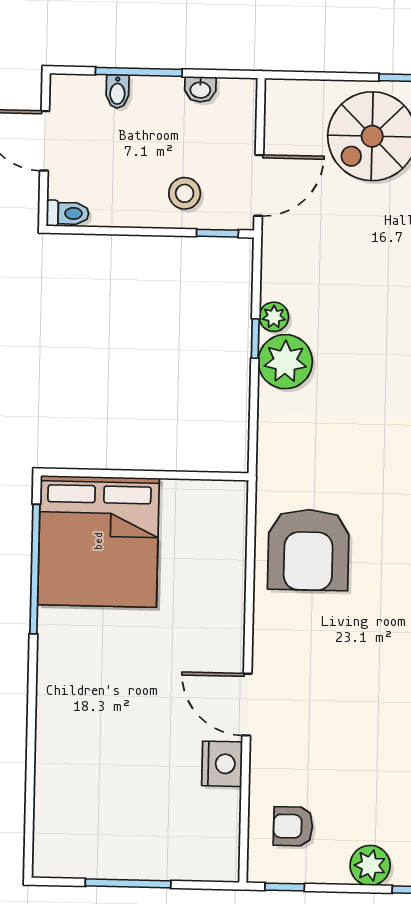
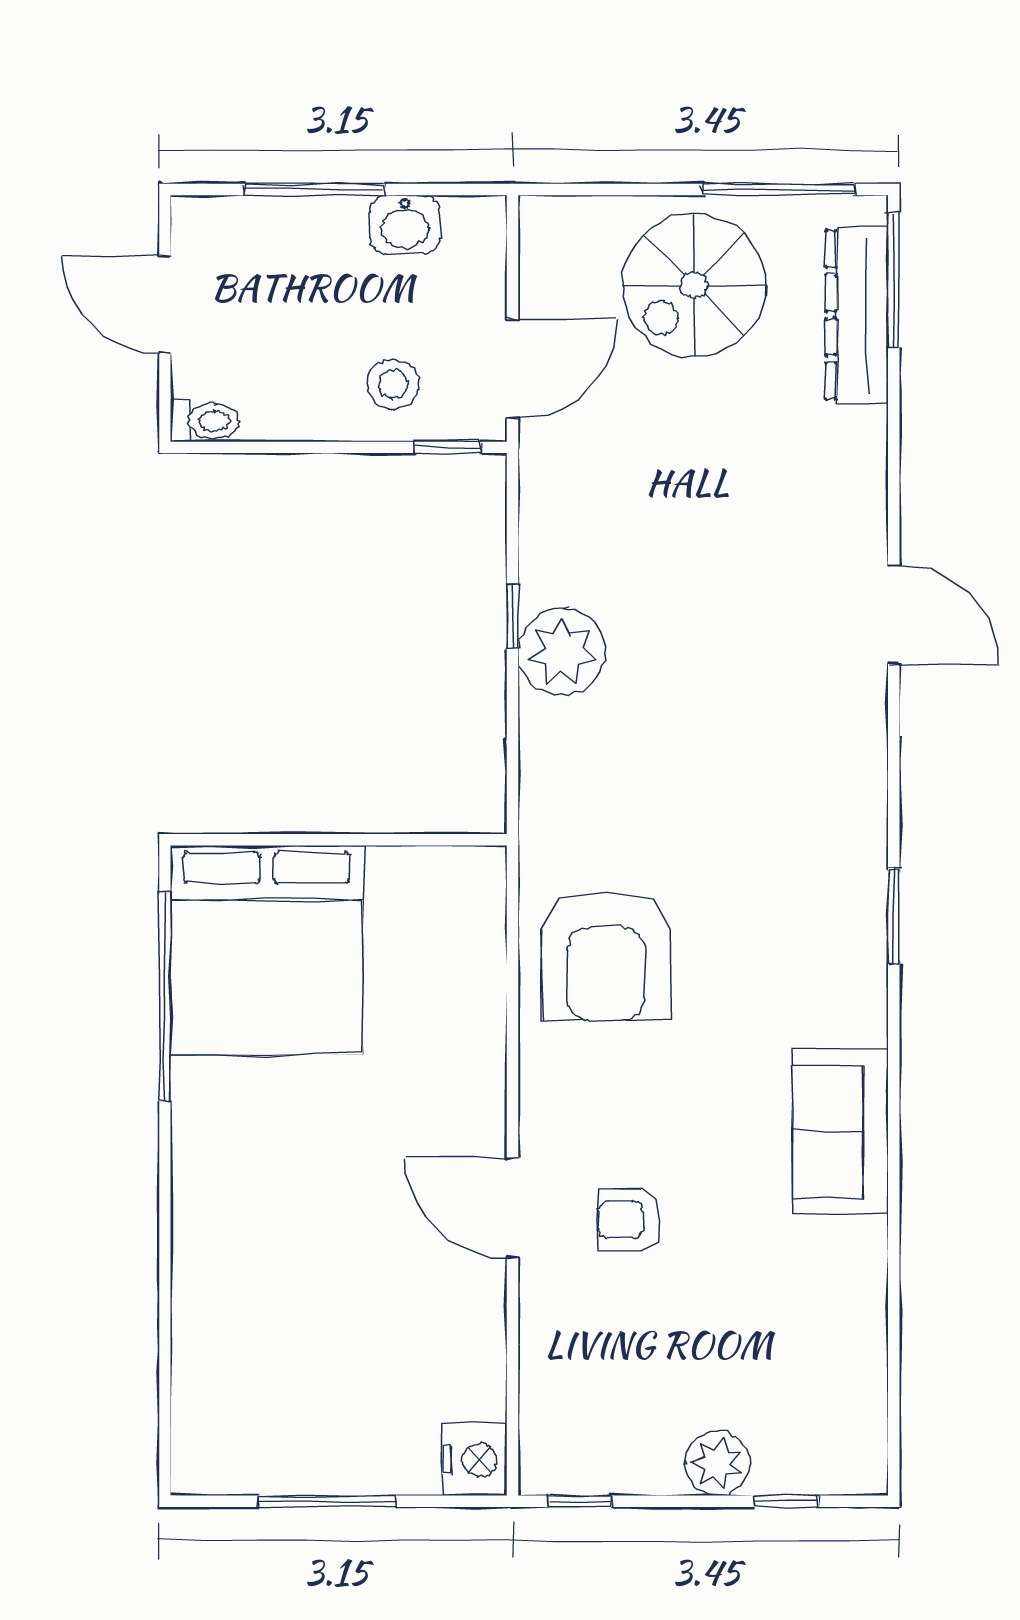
washbasin: (200, 89) -> (405, 225), width x1.38, depth x1.45
bidet: (117, 91) -> (281, 222), removed
plant: (274, 317) -> (542, 580), removed
nightstand: (222, 764) -> (475, 1460), moved
armchair: (293, 826) -> (629, 1220), moved

